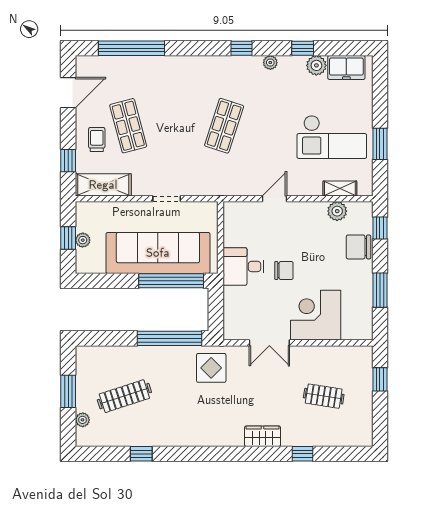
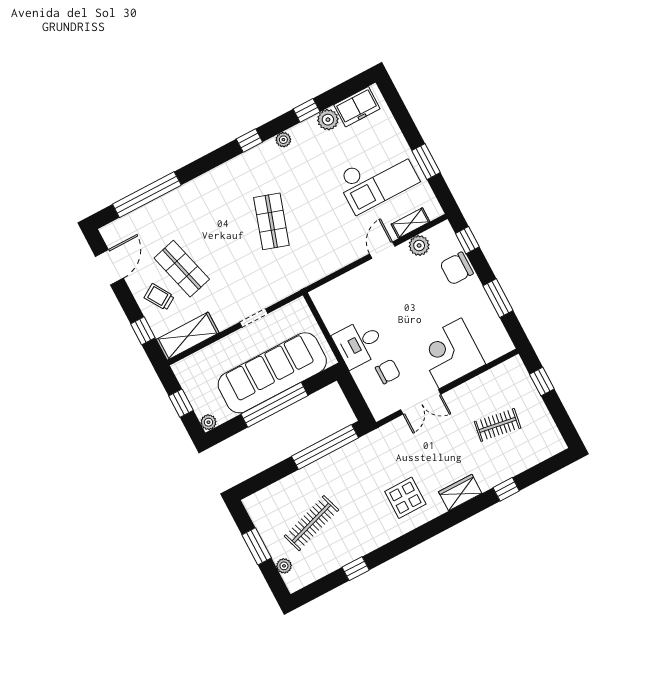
trolley: (97, 139) -> (159, 297), turned -32
door: (275, 199) -> (382, 250), moved
plant: (83, 240) -> (208, 422), moved
chair: (284, 270) -> (388, 372), moved
window: (171, 281) -> (274, 405), moved
display table: (211, 368) -> (405, 498), moved

